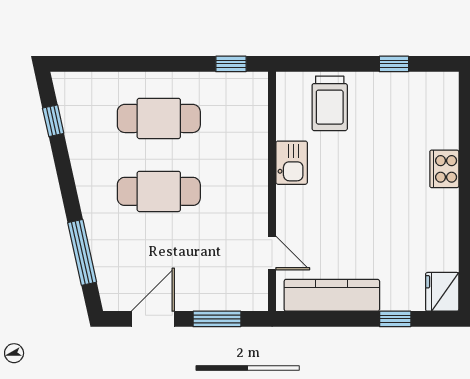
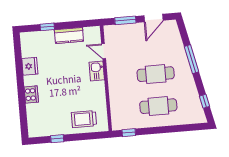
trolley: (330, 103) -> (84, 119), turned -90
kitchen sink: (292, 163) -> (97, 71), moved
window: (82, 252) -> (192, 59), moved
fridge: (442, 292) -> (30, 66), moved
kitchen counter: (332, 295) -> (69, 35), width x0.67

